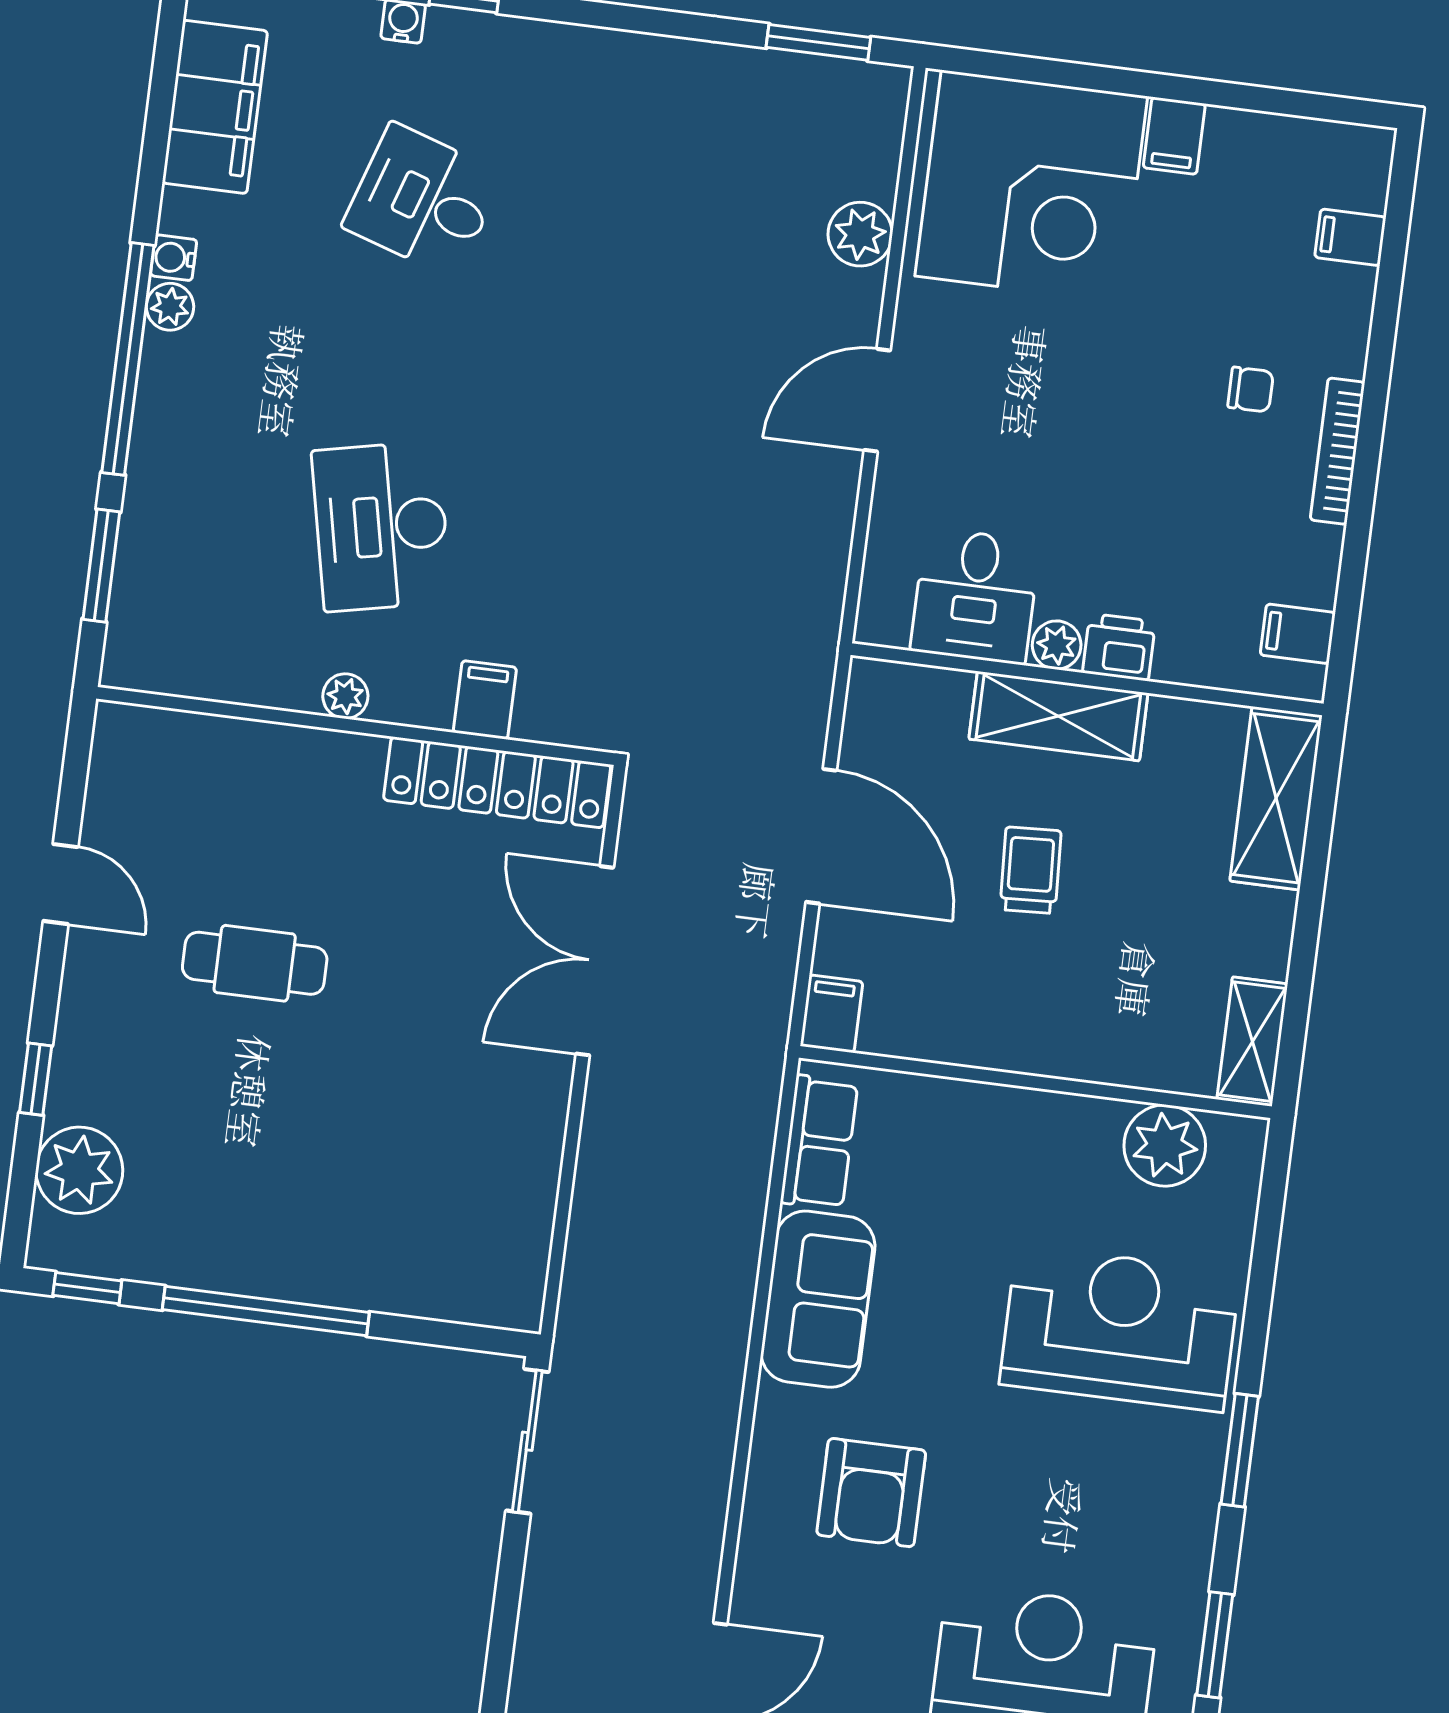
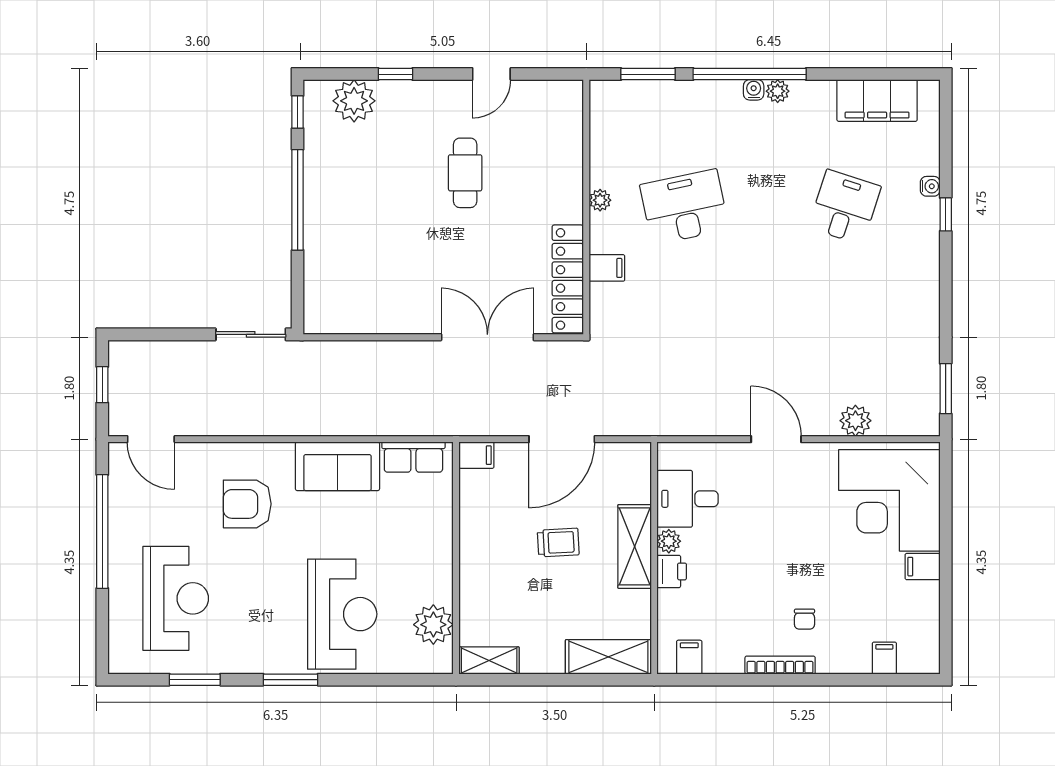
water cooler: (174, 258) -> (754, 90), moved

